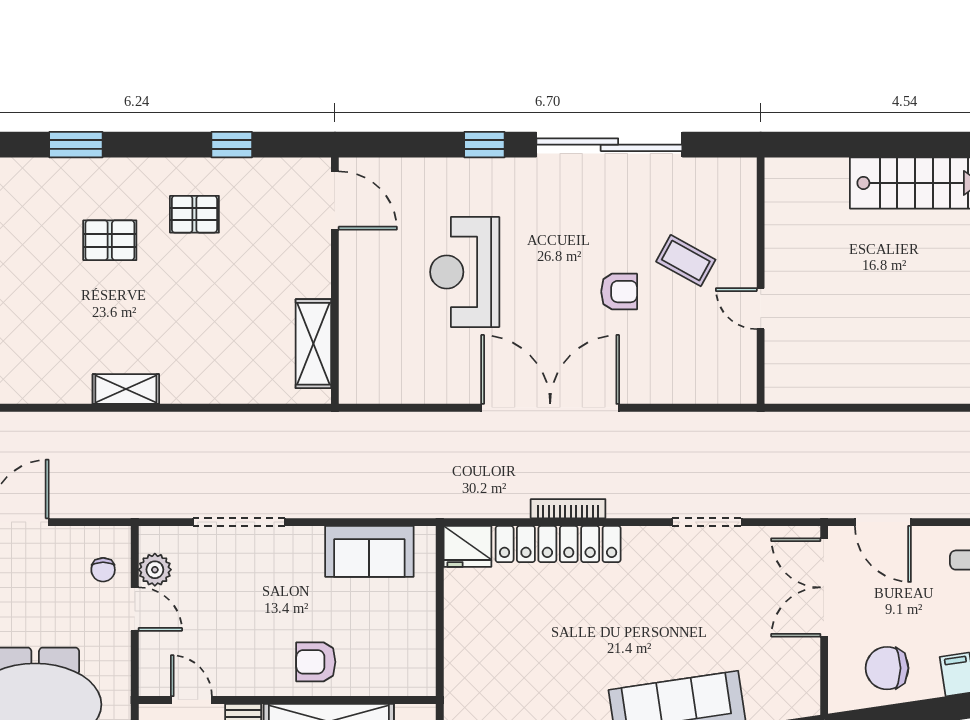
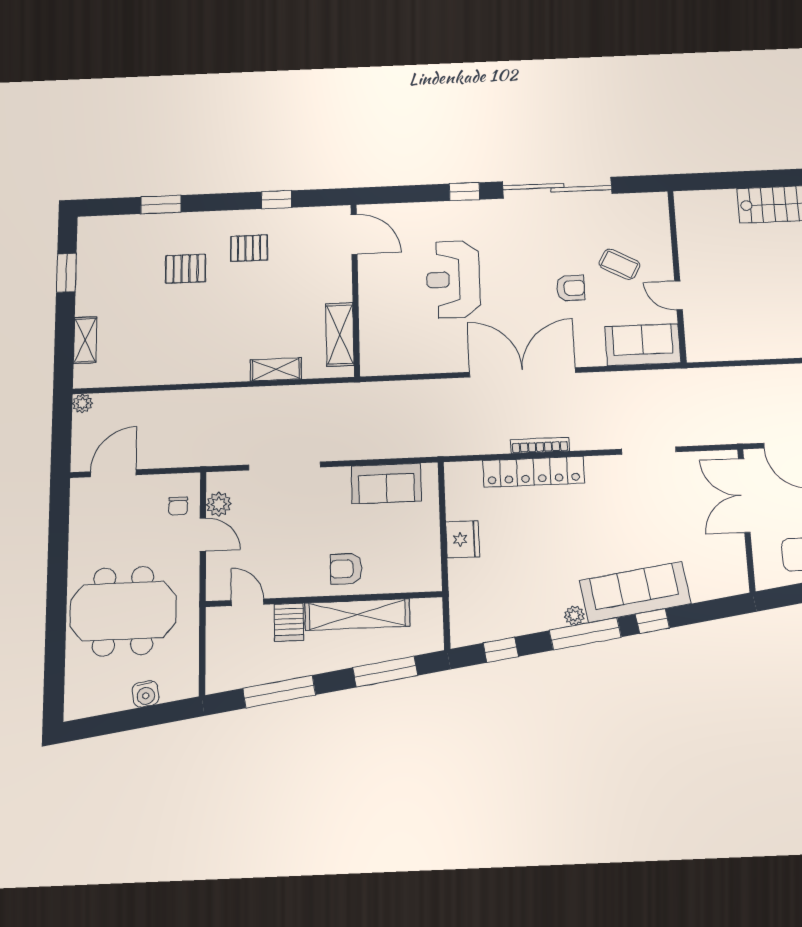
sofa: (709, 376) -> (643, 345), added
shelving: (126, 389) -> (276, 369), moved
fridge: (467, 546) -> (463, 539), moved, turned -90

